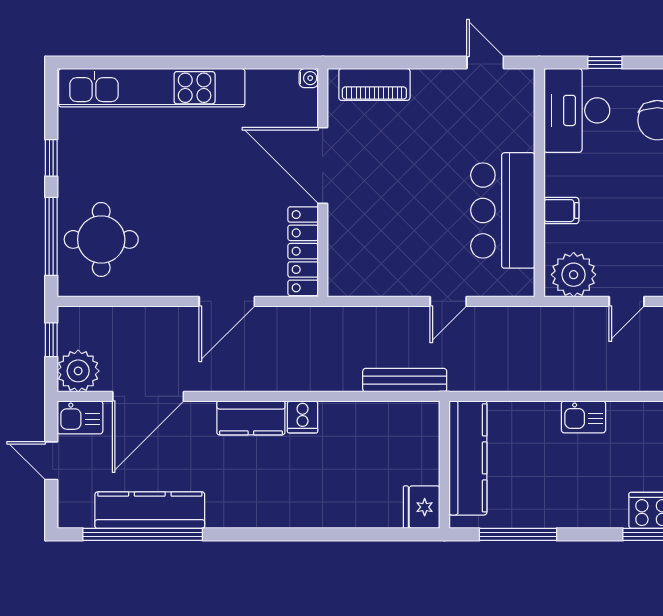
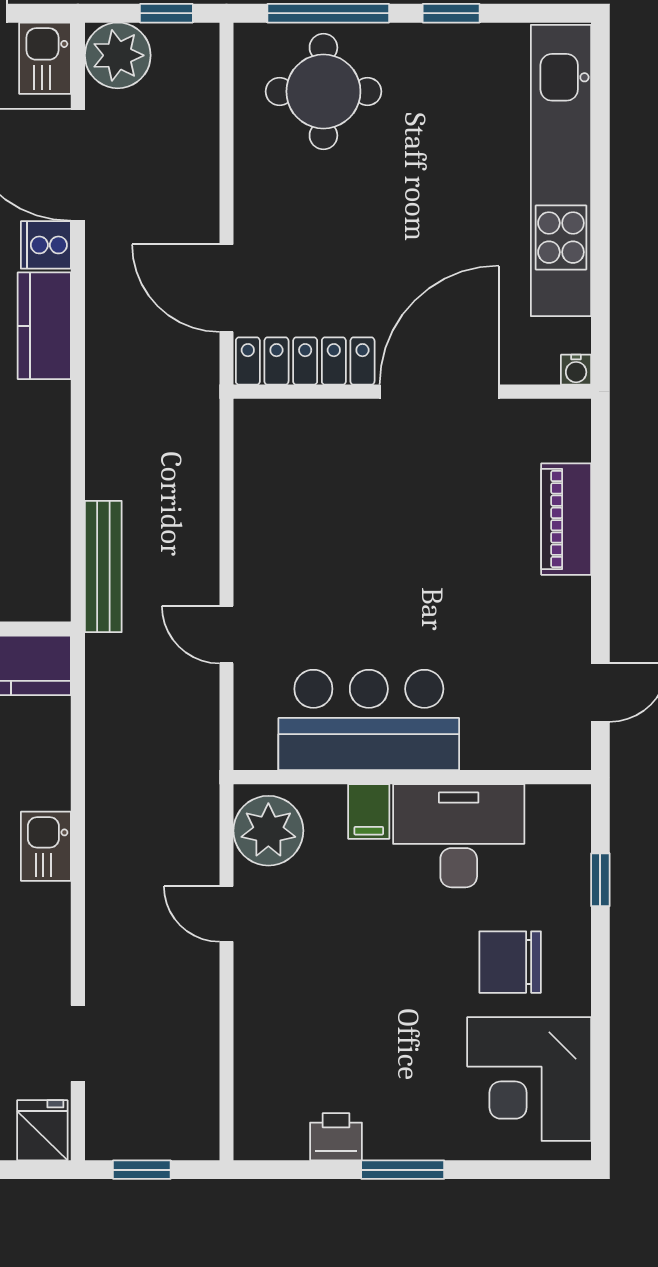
water cooler: (309, 78) -> (576, 370), moved
desk: (577, 110) -> (459, 836), moved
door: (323, 166) -> (439, 392), moved
wall: (323, 183) -> (412, 392), moved
locker: (303, 251) -> (305, 361), moved
cooker: (303, 417) -> (46, 245), moved

